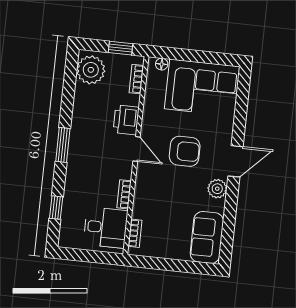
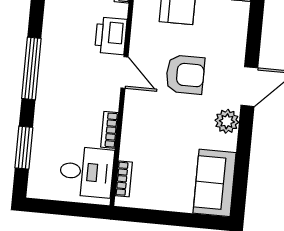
window: (63, 145) -> (31, 68), width x1.44
window: (56, 208) -> (24, 148), width x1.50

